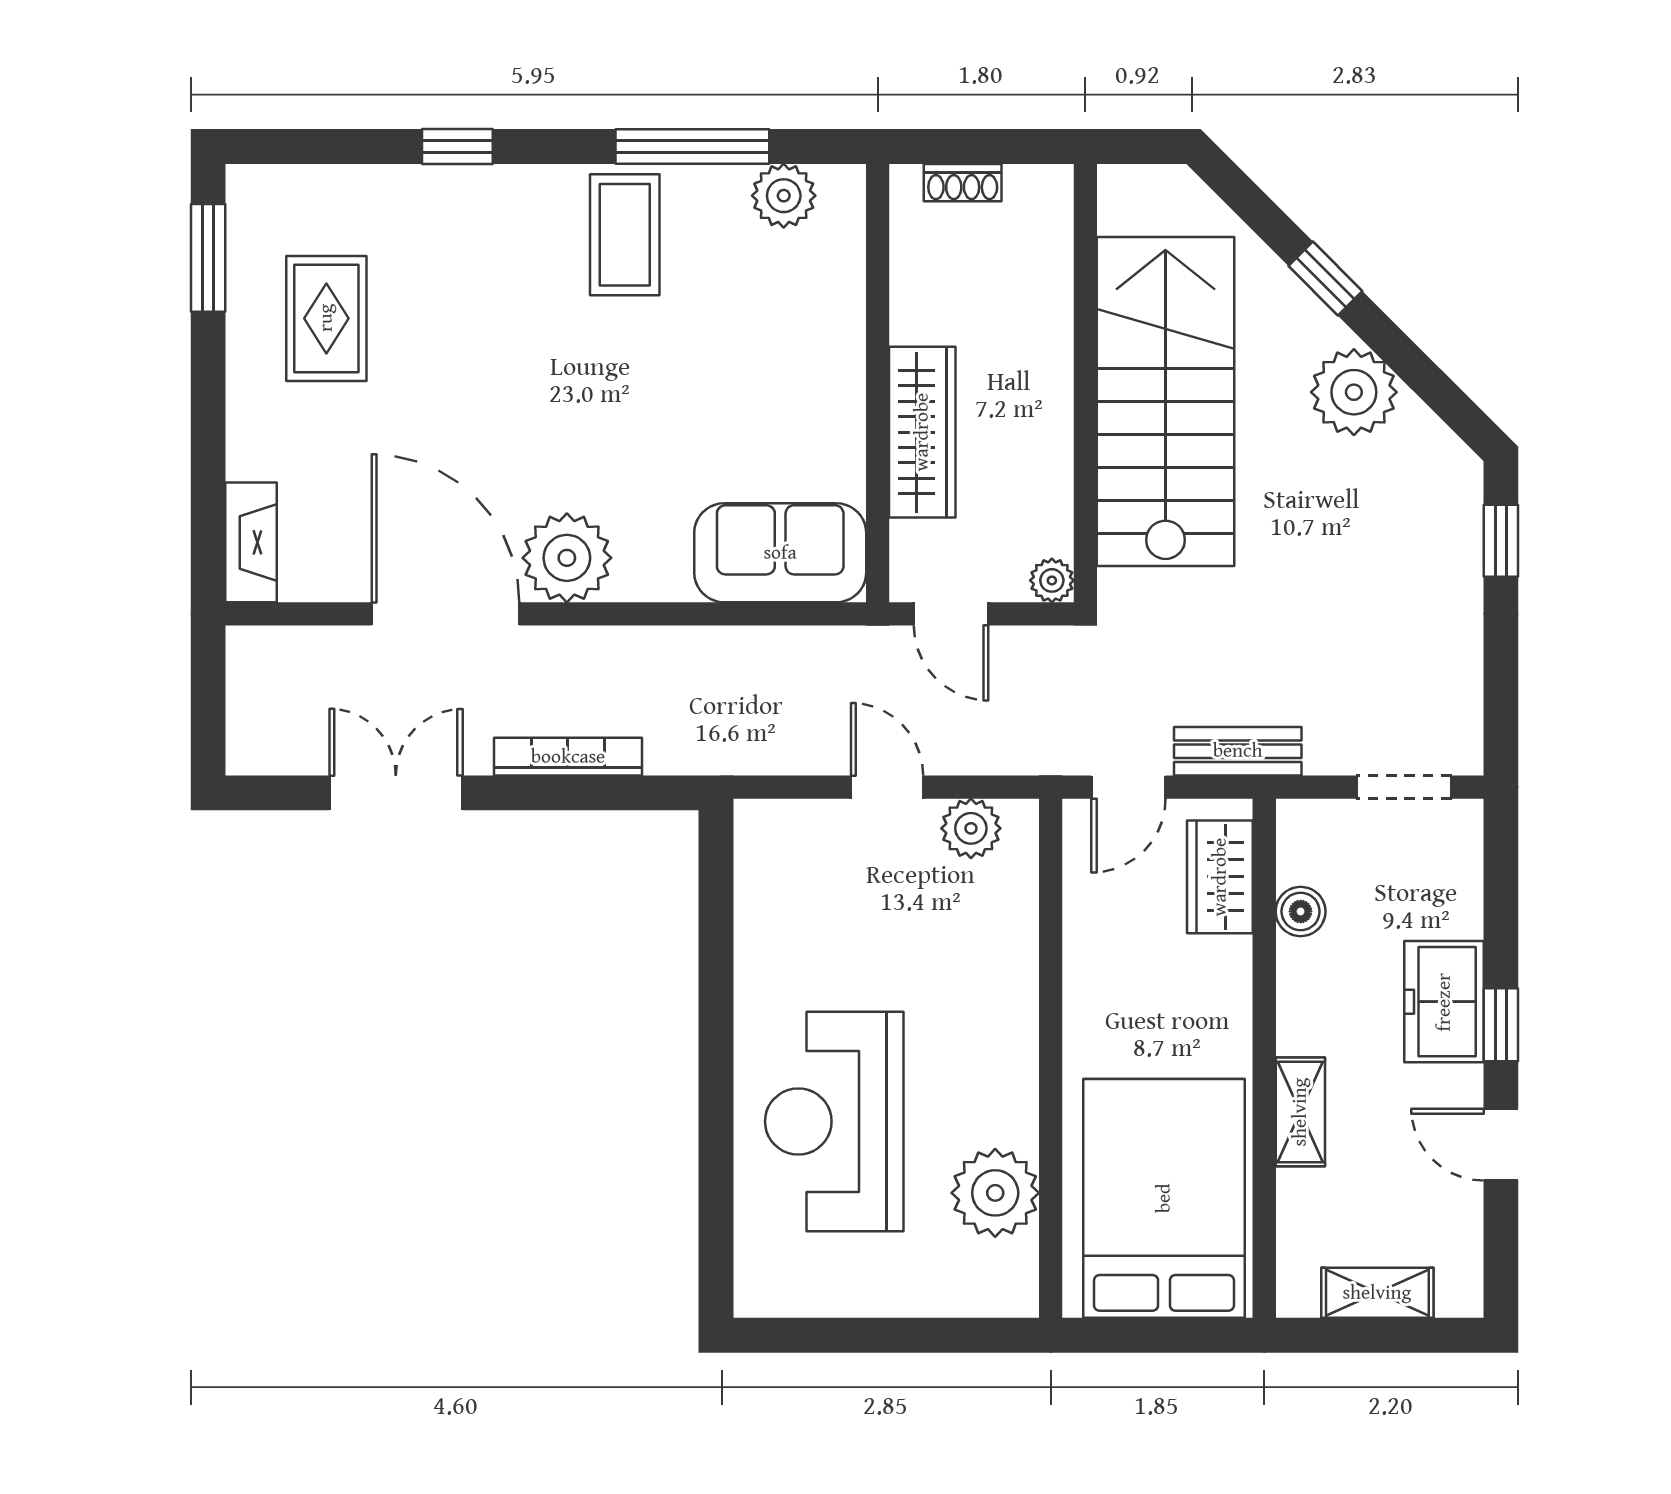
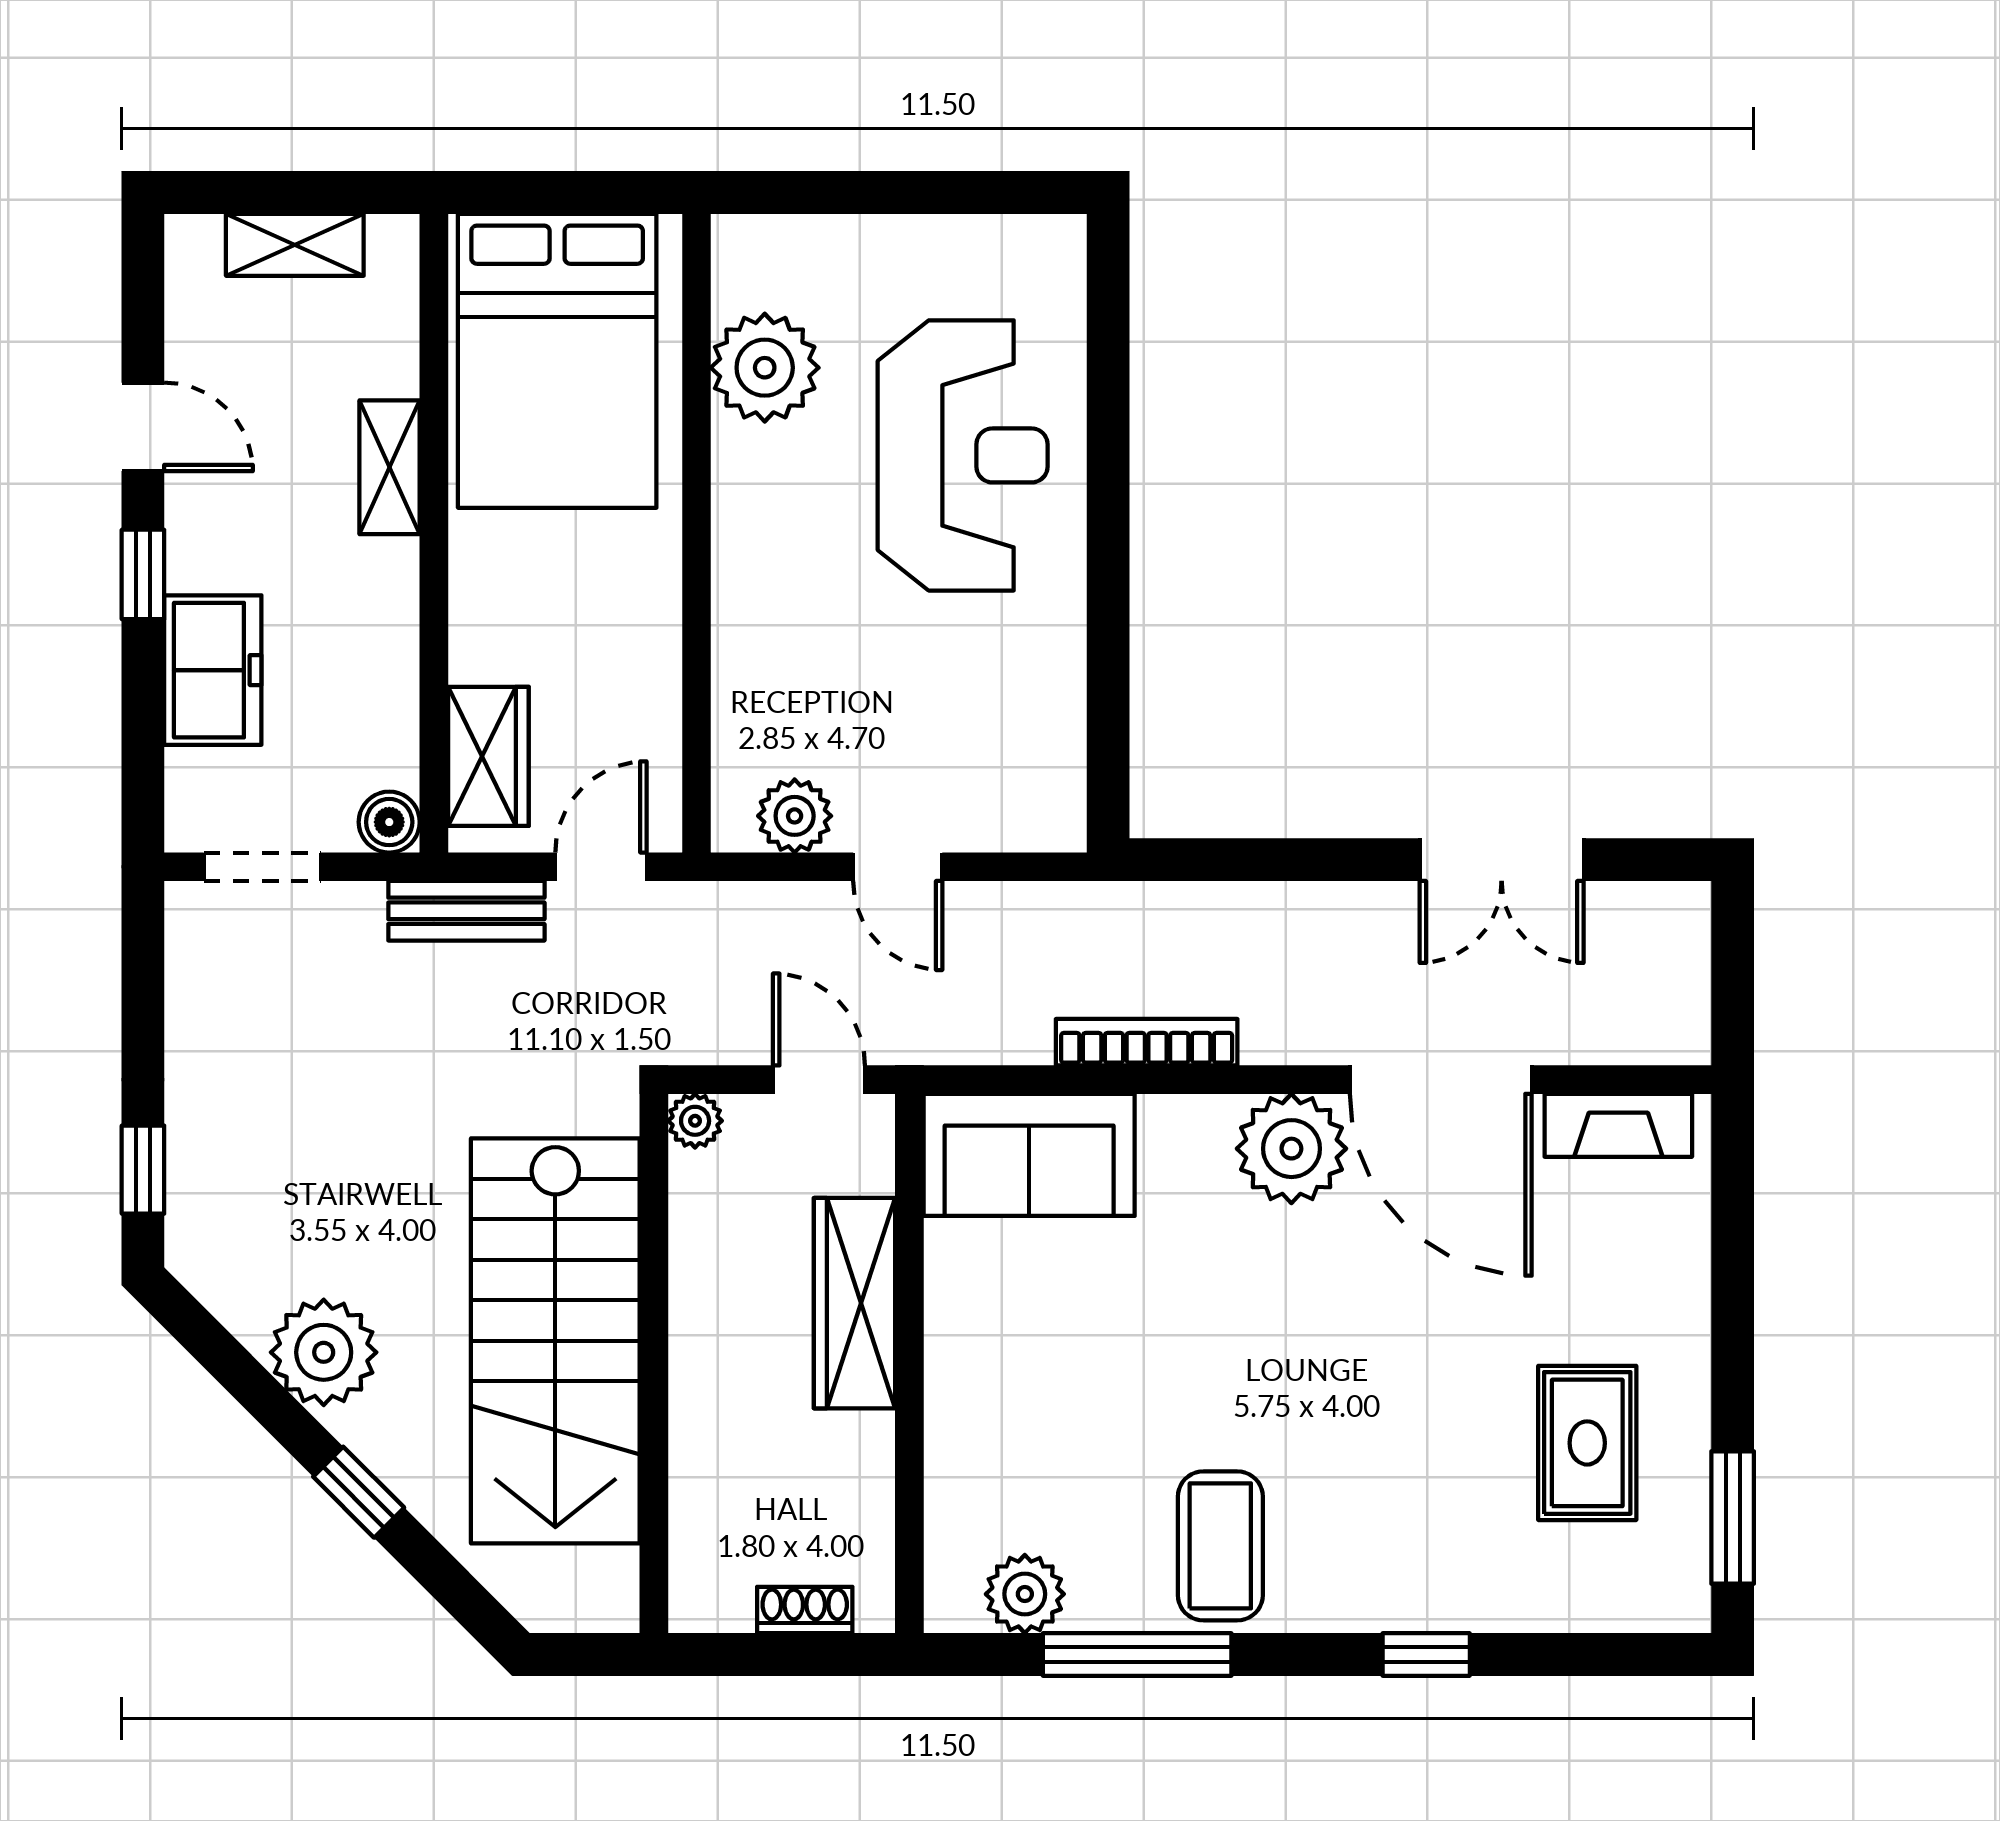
fireplace: (251, 542) -> (1618, 1125), moved, turned -90
bookcase: (568, 757) -> (1147, 1042), moved, turned 180
boiler: (1301, 911) -> (389, 822), moved
freezer: (1444, 1002) -> (213, 670), moved

